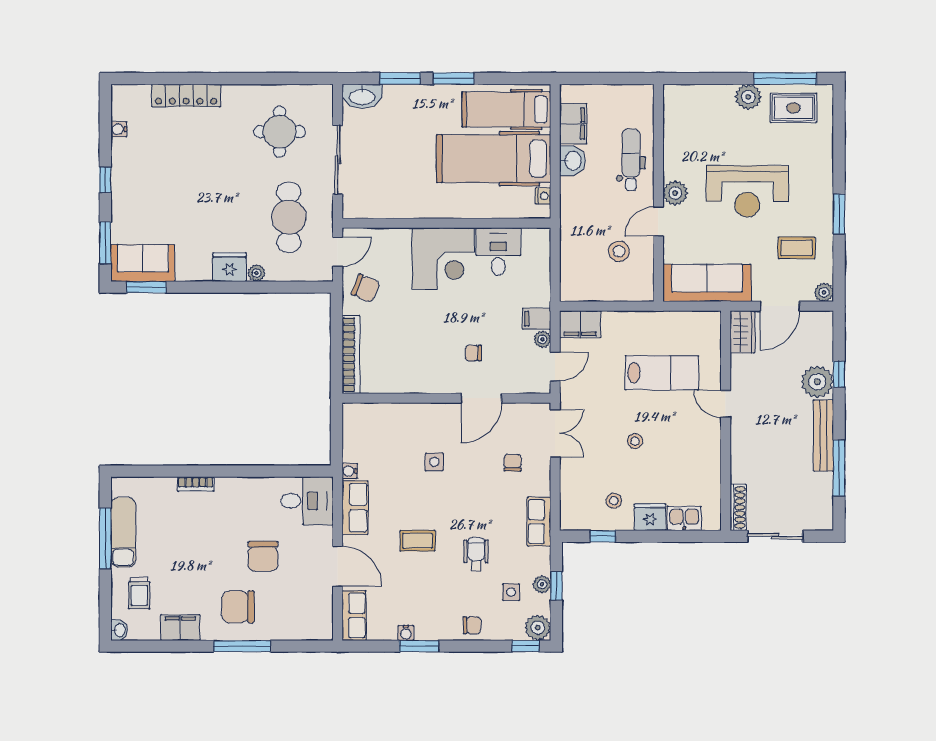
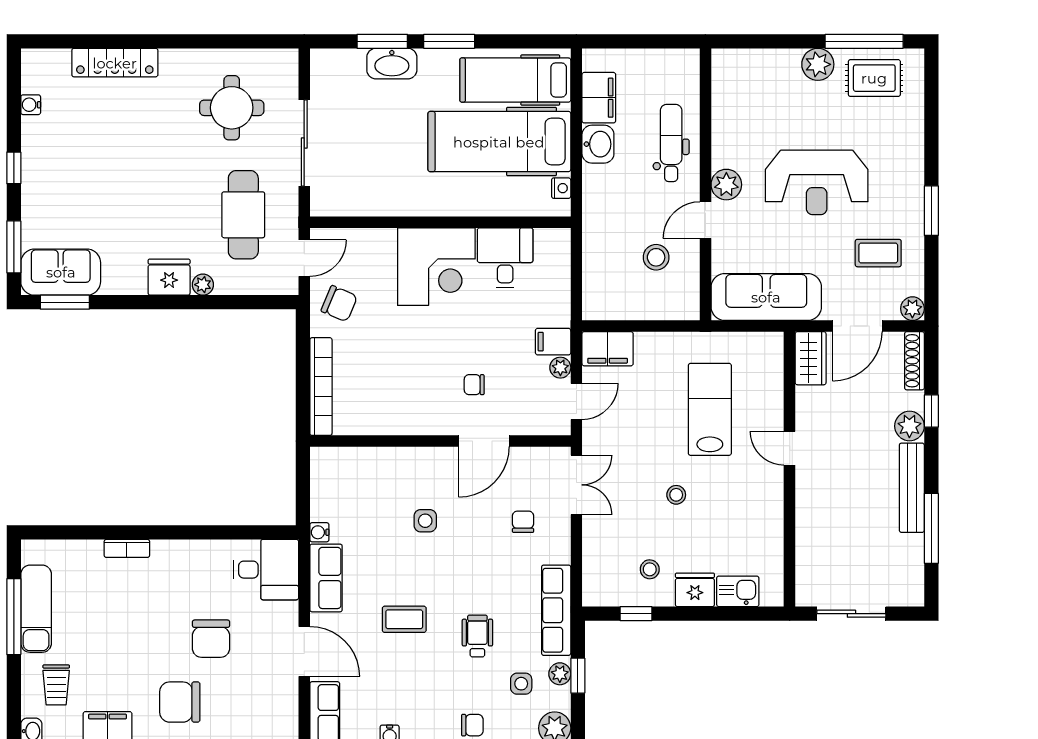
washbasin: (362, 96) -> (392, 64), moved
lab bench: (662, 373) -> (710, 409), turned -90
plant: (817, 382) -> (909, 426), width x0.73, depth x0.73
shoe rack: (738, 507) -> (914, 361), moved, turned 180
row of seats: (539, 522) -> (556, 610), width x1.48

